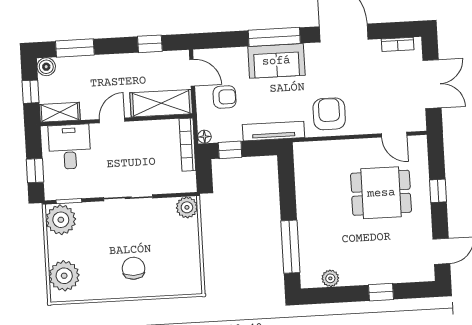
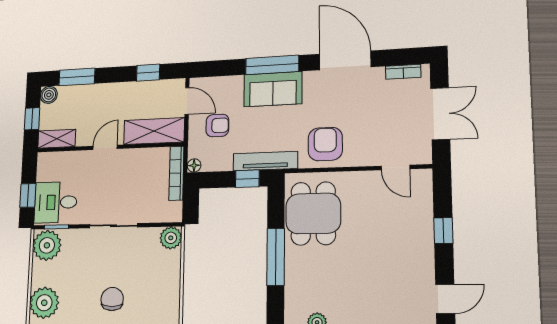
desk: (70, 147) -> (56, 202), moved, turned -90
window: (230, 150) -> (247, 179), moved
dining table: (381, 193) -> (313, 213), moved, turned 90
window: (290, 247) -> (276, 257), moved

